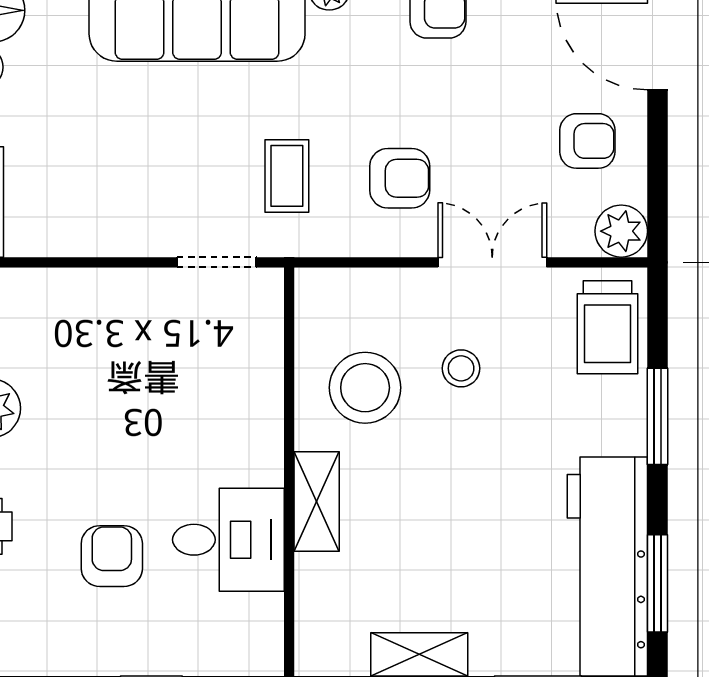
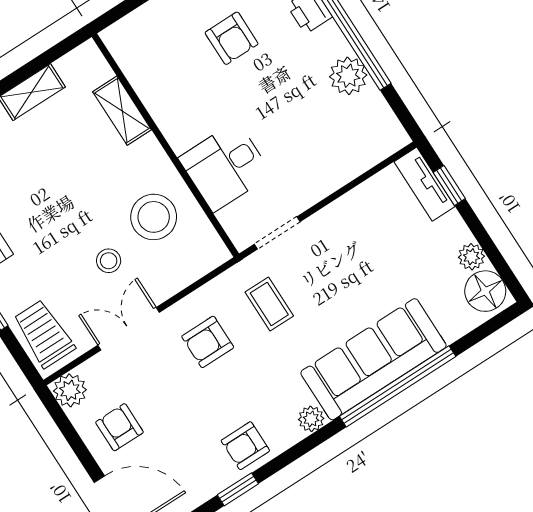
armchair: (587, 141) -> (119, 427), turned 90
double door: (492, 262) -> (129, 329), swing flipped
shelving: (317, 502) -> (122, 111), moved
desk: (228, 540) -> (225, 166), moved

